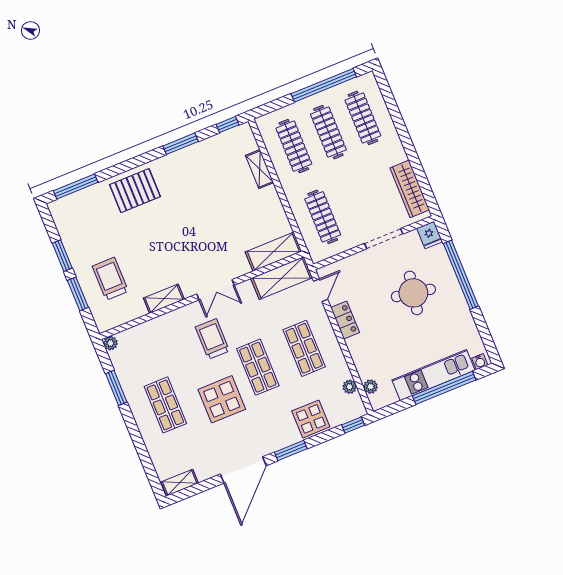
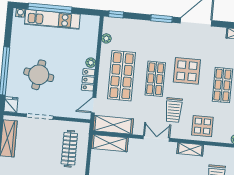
shop shelf: (304, 348) -> (122, 76), width x1.43, depth x1.36
plant: (371, 387) -> (91, 63), moved
display table: (311, 419) -> (202, 126), moved

